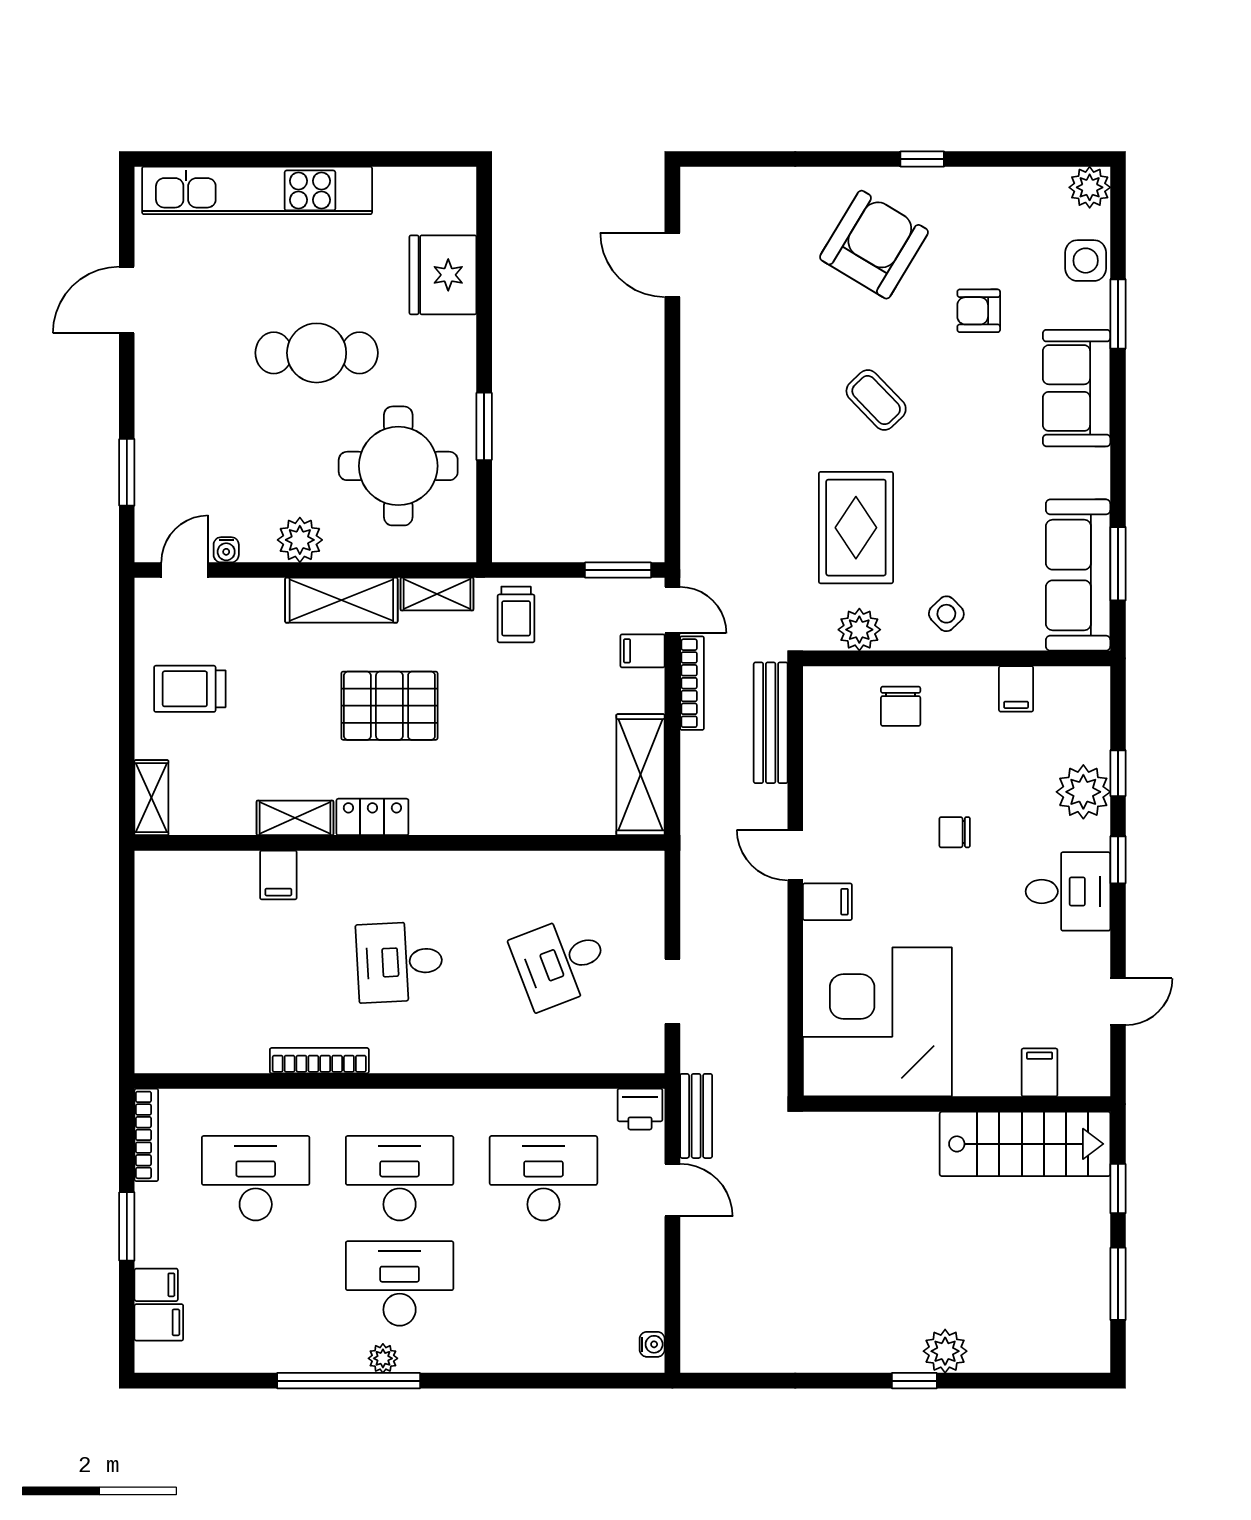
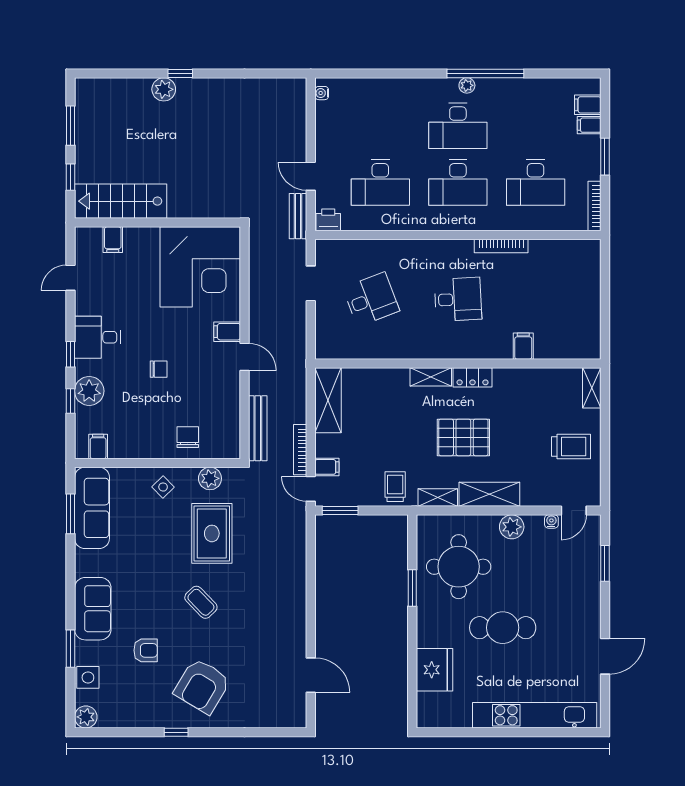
filing cabinet: (1016, 689) -> (98, 446), moved
shelving: (295, 818) -> (431, 377), moved

